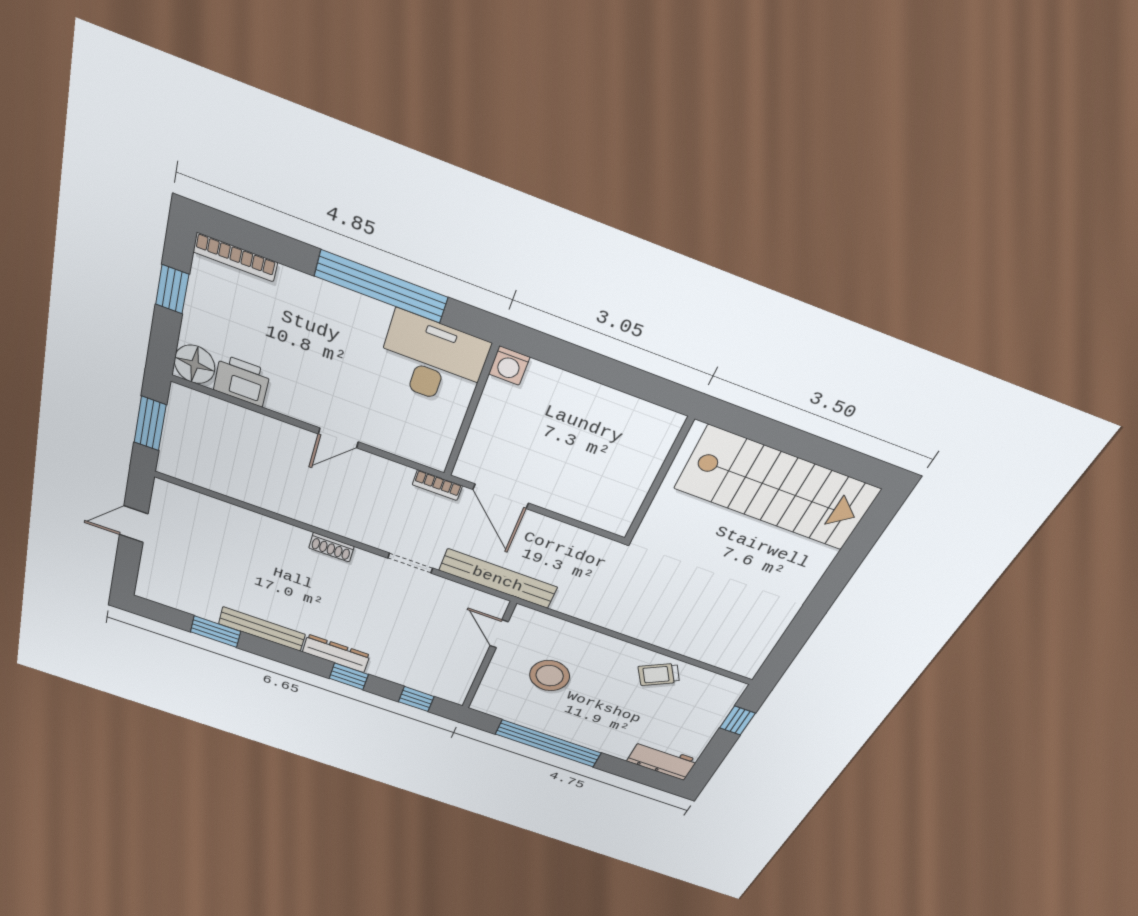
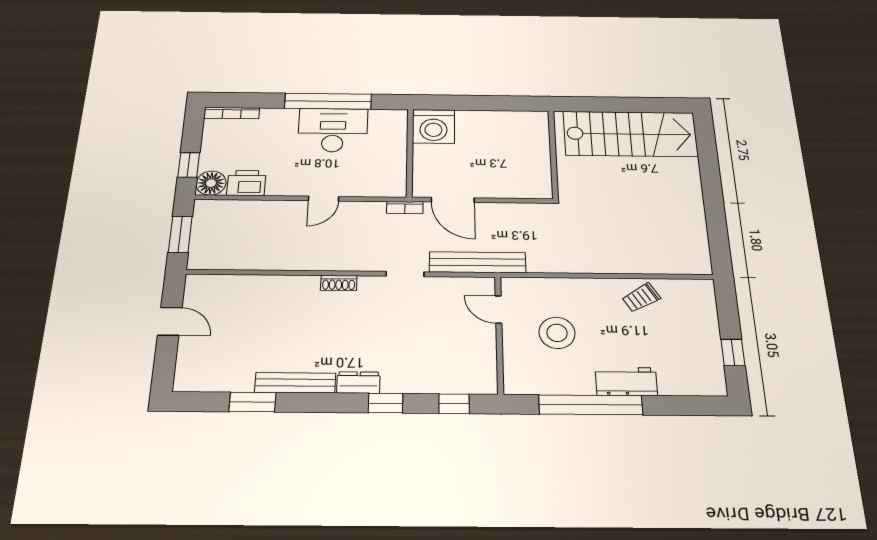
window: (172, 289) -> (189, 165), moved
desk: (433, 360) -> (333, 130), moved
washing machine: (509, 366) -> (433, 126), width x1.89, depth x1.89
door: (134, 524) -> (170, 321), swing flipped
dresser: (336, 653) -> (358, 383), width x0.70
window: (737, 721) -> (733, 352), moved
workbench: (662, 760) -> (626, 381), moved

